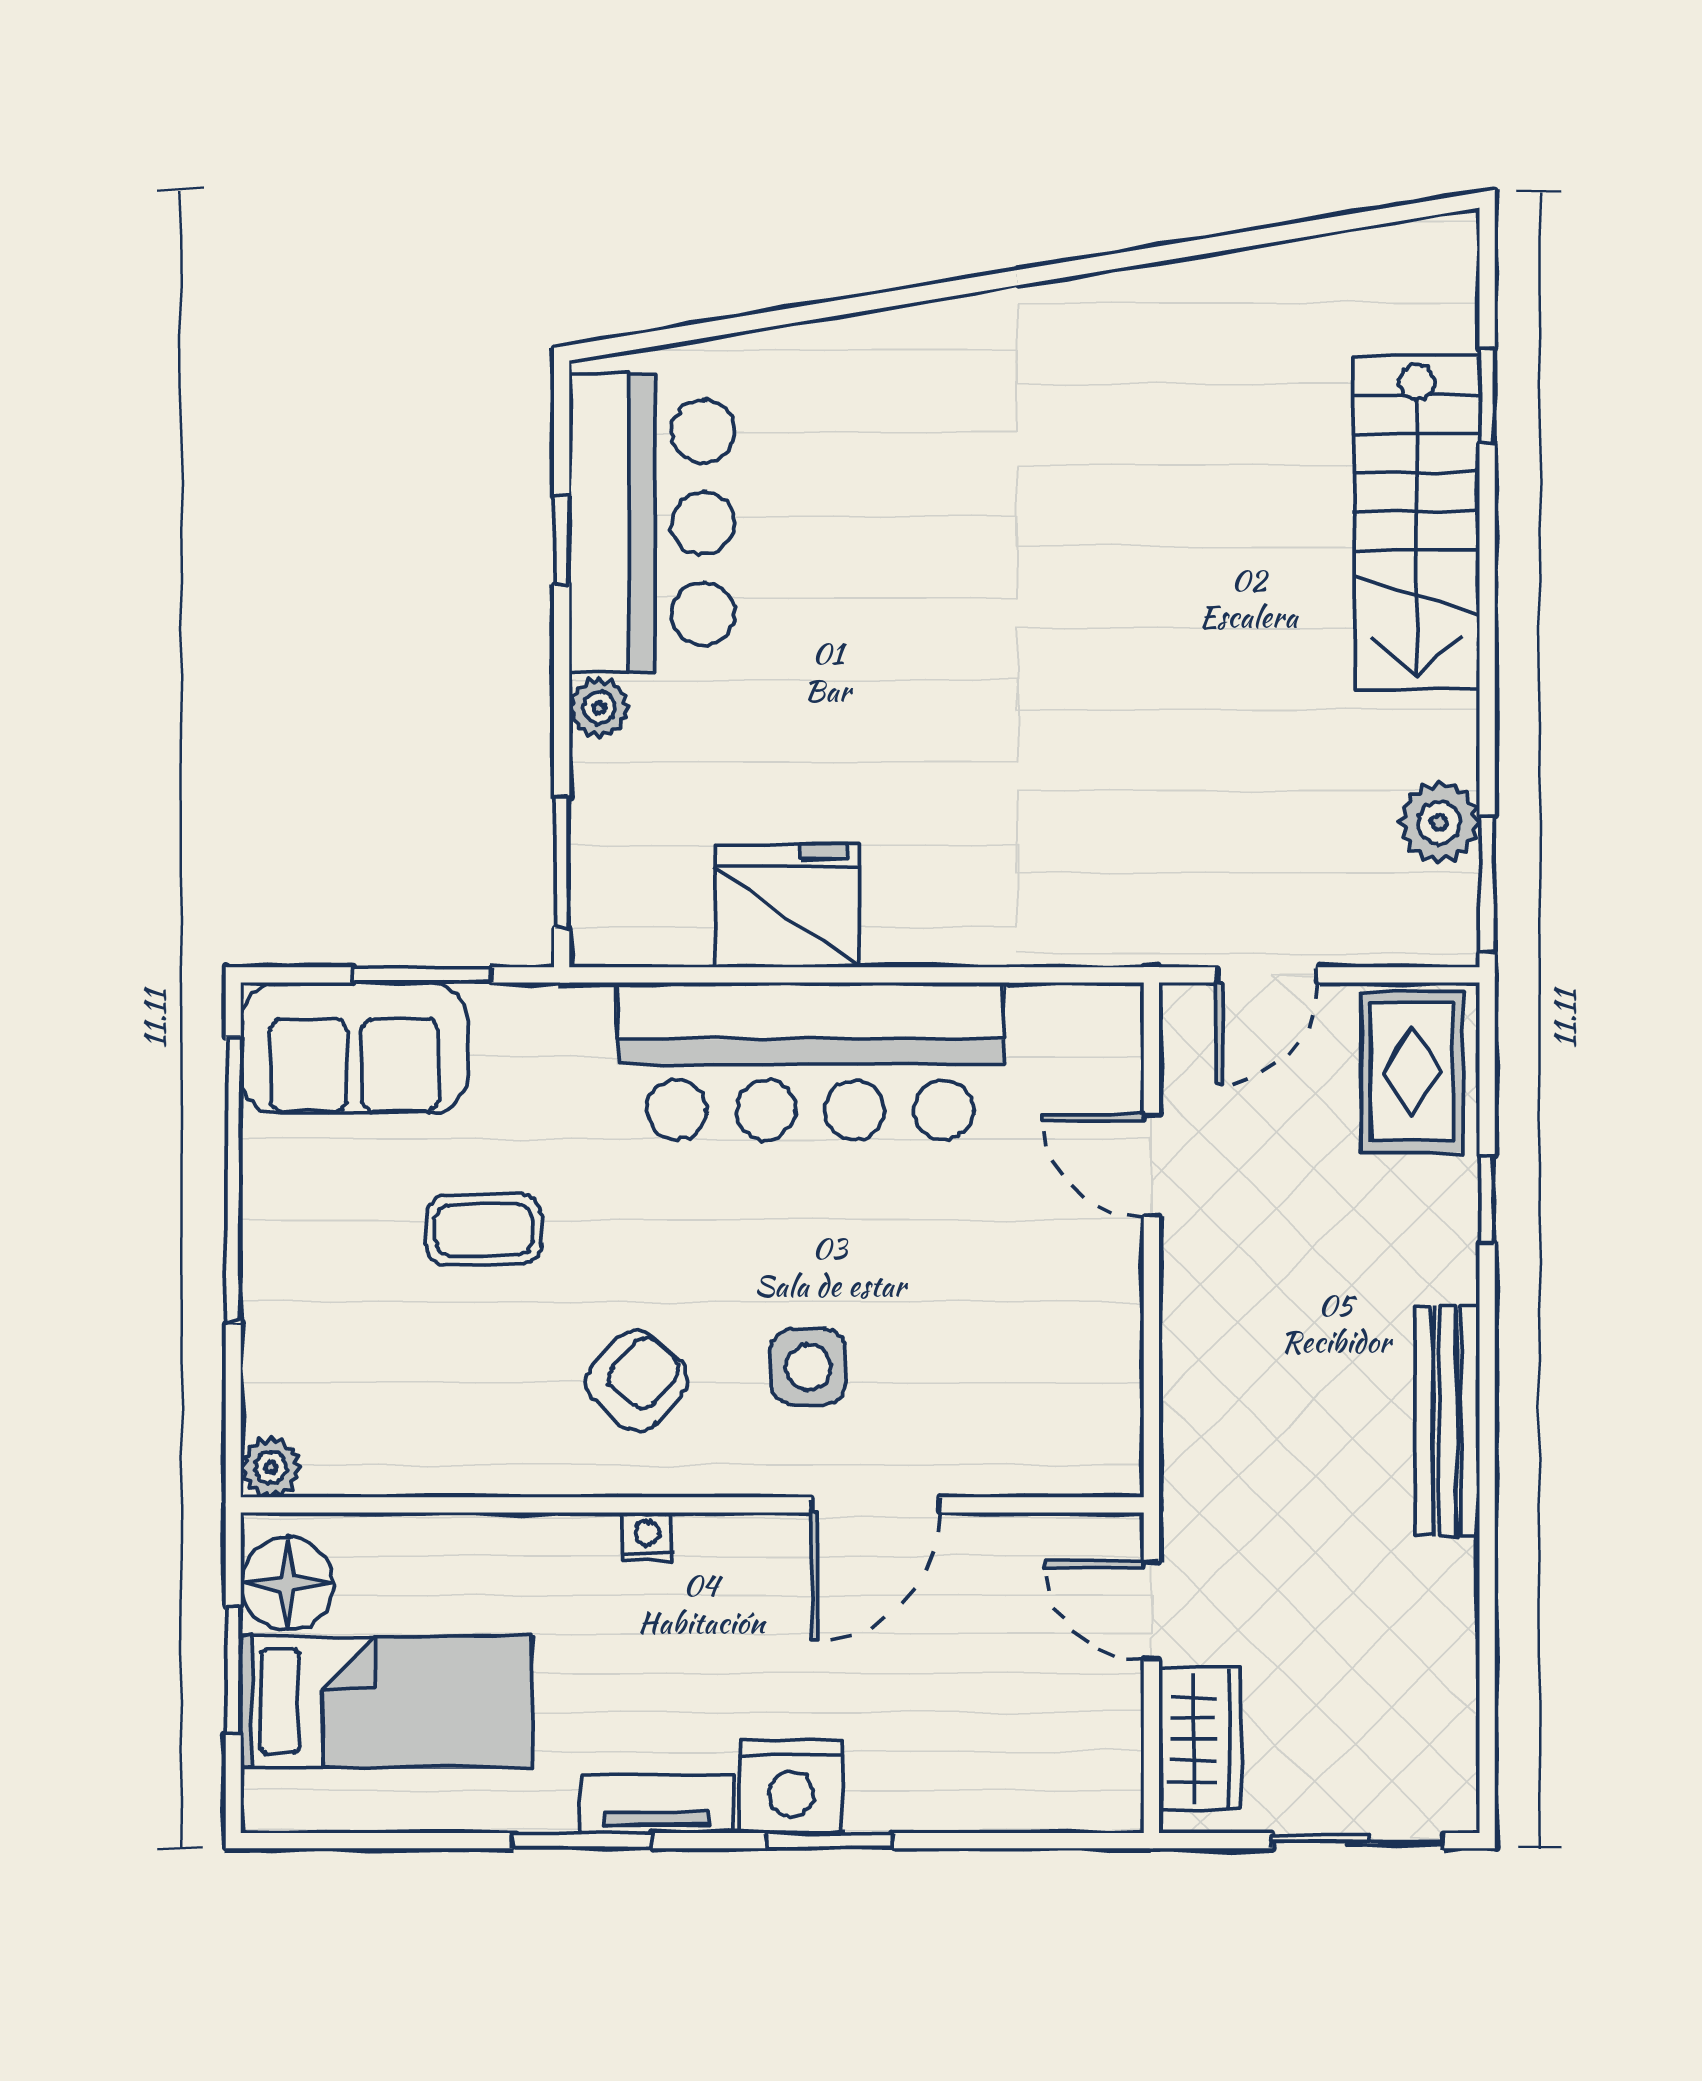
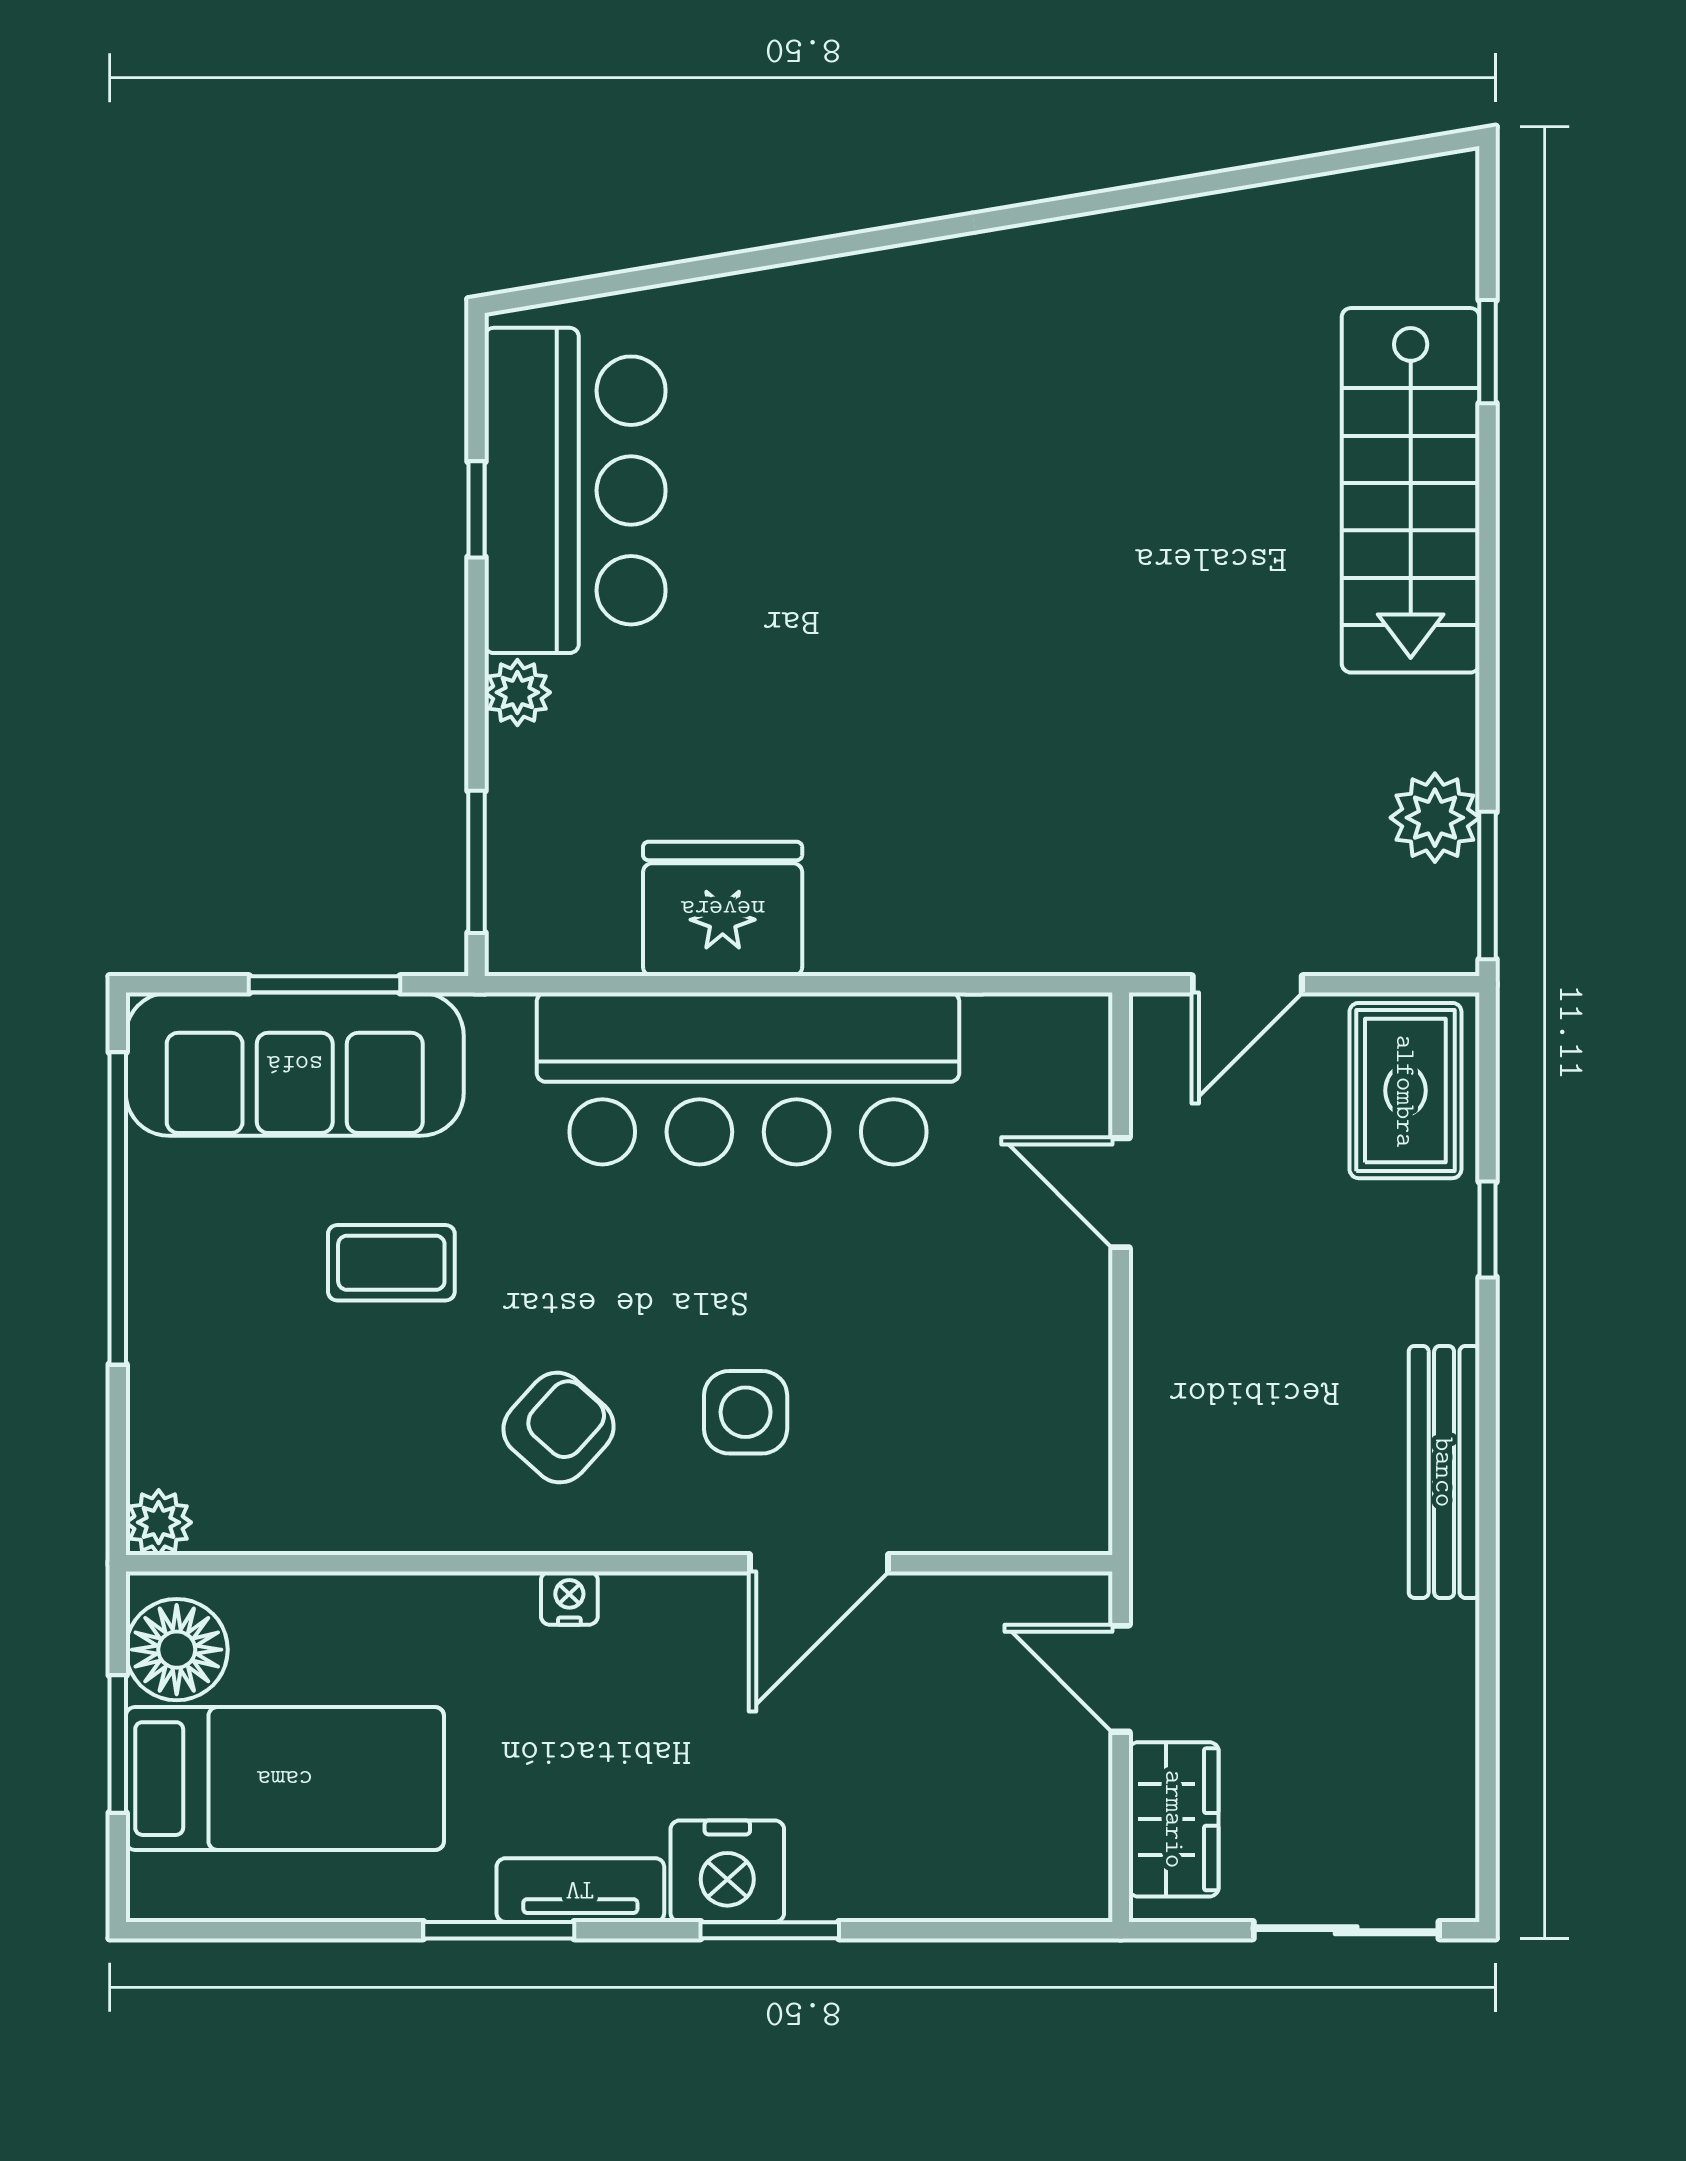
sofa: (354, 1048) -> (295, 1064), width x1.36

